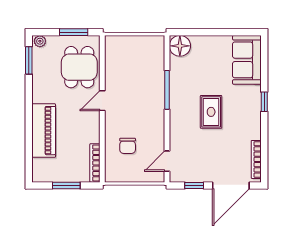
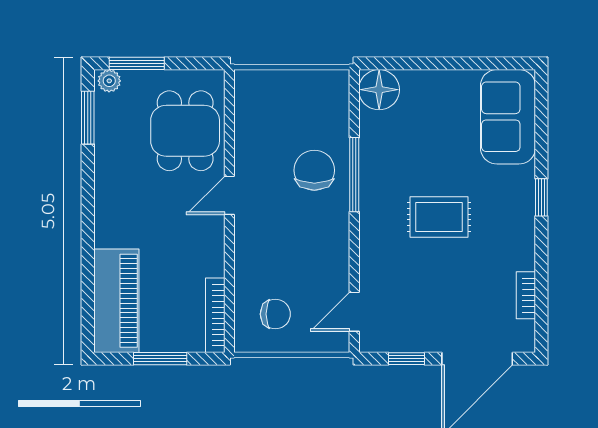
window: (74, 32) -> (137, 63), moved
chair: (146, 88) -> (314, 170), added
rug: (211, 112) -> (439, 217), turned 90
piano: (44, 131) -> (116, 301), moved
chair: (128, 146) -> (275, 314), moved, turned -90
bookcase: (256, 159) -> (526, 295), width x0.64

